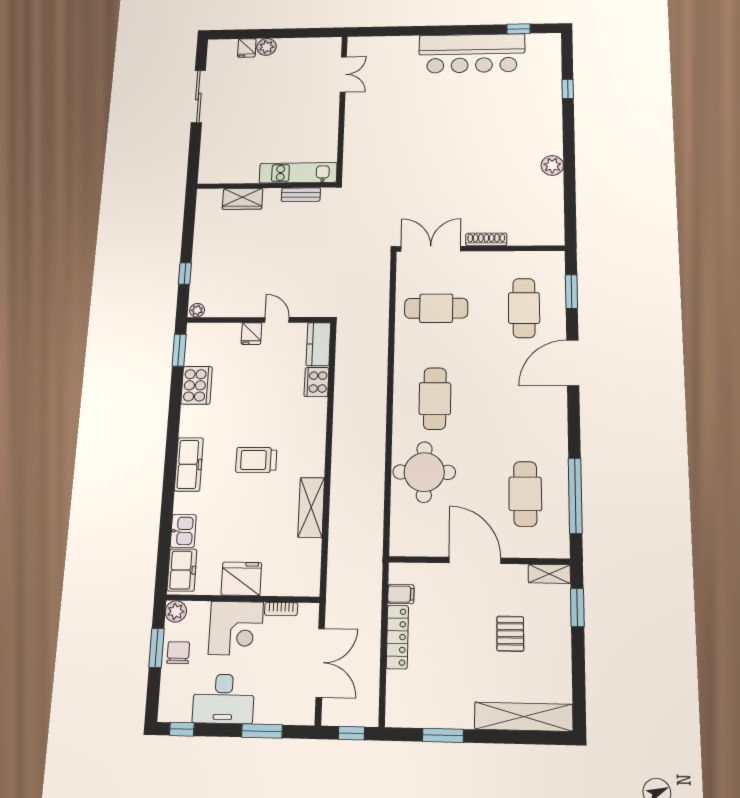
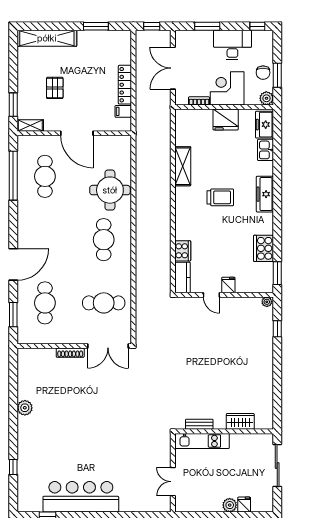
kitchen unit: (298, 173) -> (202, 441), moved
wall: (266, 186) -> (224, 431), moved
bench: (301, 195) -> (199, 424), moved
wardrobe: (243, 199) -> (240, 421), moved

